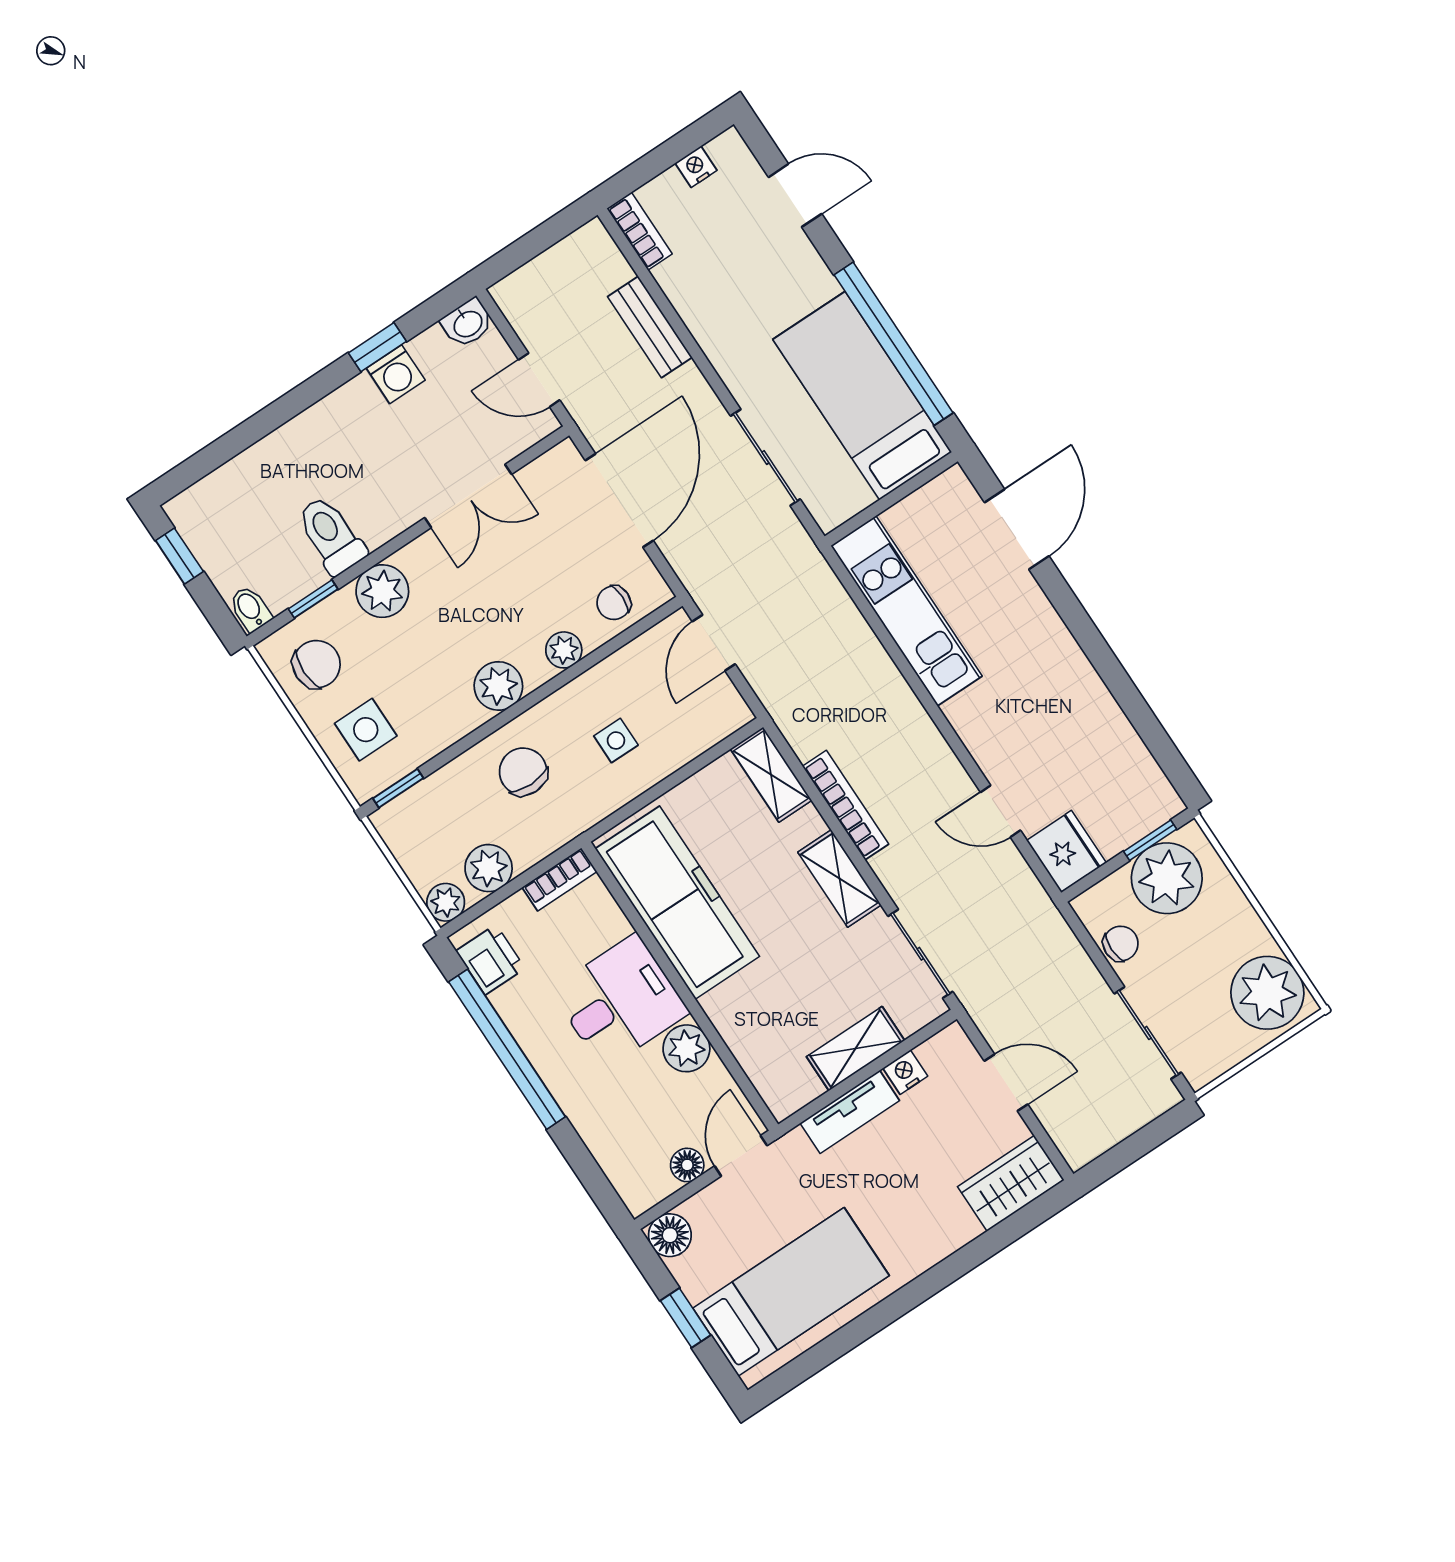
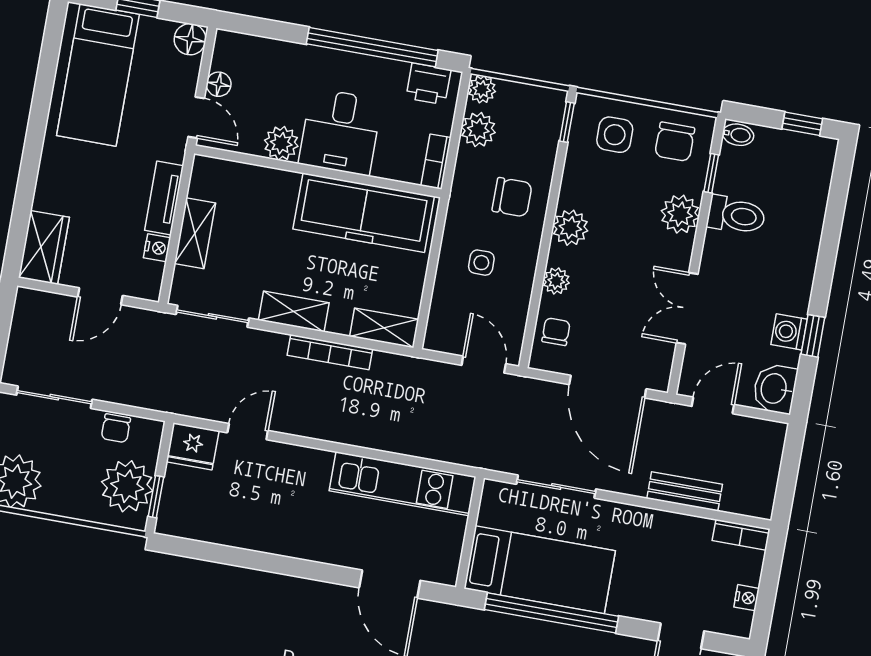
washbasin: (467, 323) -> (775, 389), width x1.38, depth x1.45

